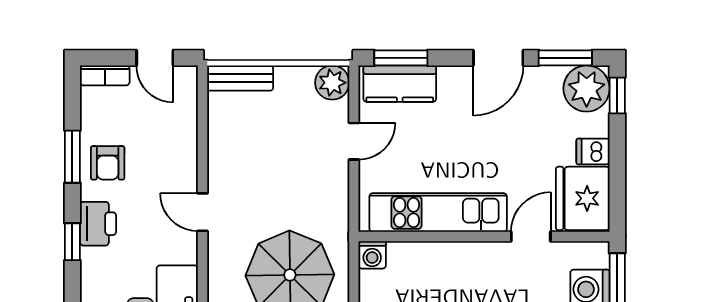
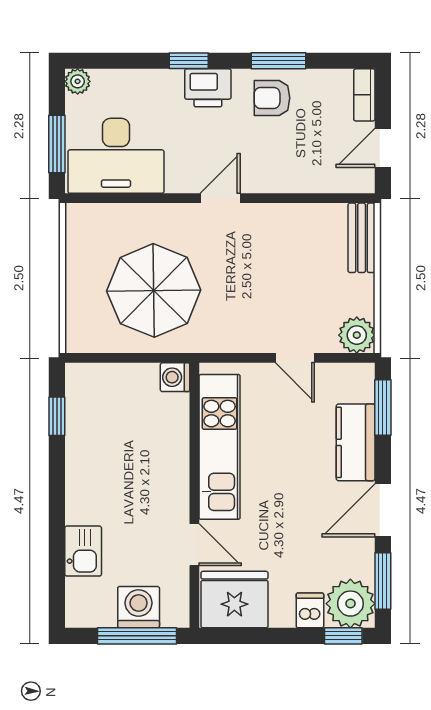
door: (498, 58) -> (383, 510), hinge flipped
kitchen counter: (400, 84) -> (356, 442), moved
dishwasher: (593, 151) -> (310, 610), moved

